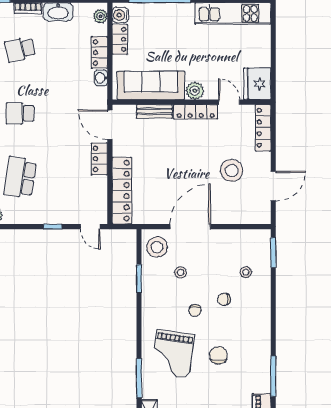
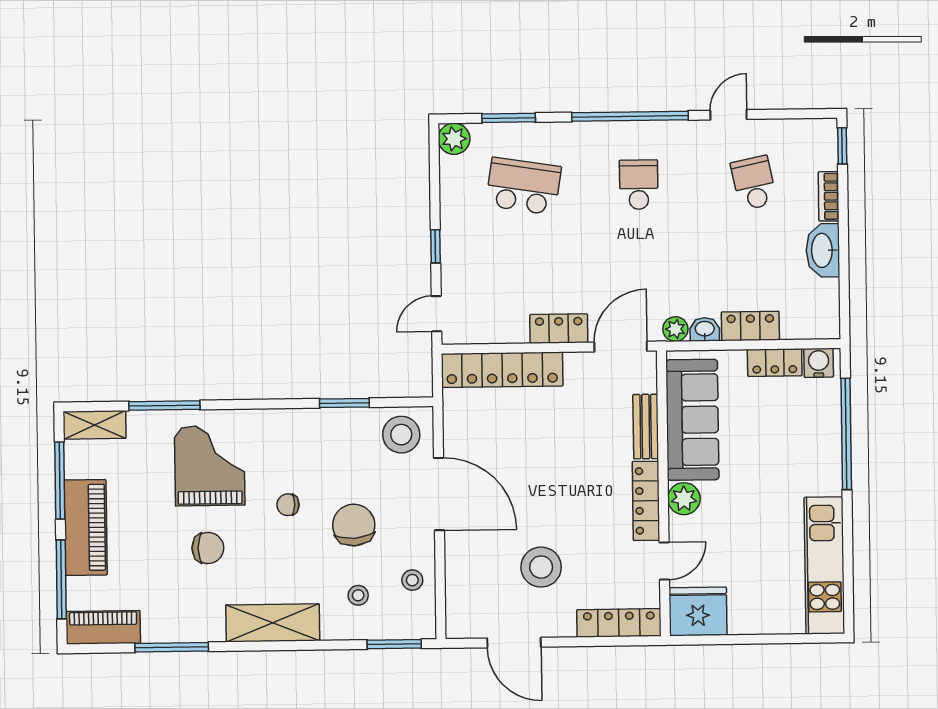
plant: (101, 16) -> (675, 329), moved
stool: (181, 272) -> (412, 580), moved
chair: (224, 299) -> (354, 525), moved, width x1.87, depth x1.87
shelving: (260, 320) -> (273, 623), added
grand piano: (173, 354) -> (210, 466), turned 82

